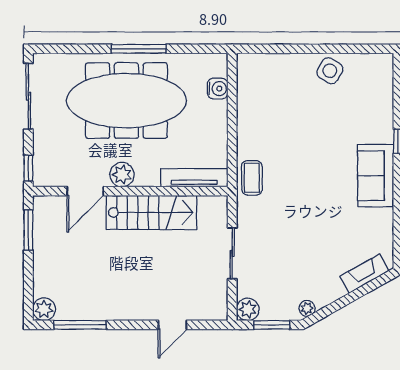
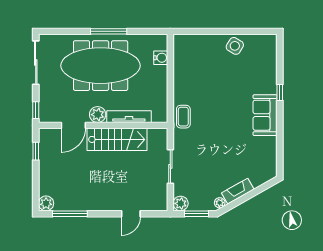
tv unit: (194, 178) -> (129, 117), moved
window: (28, 230) -> (36, 151), width x0.67
fireplace: (364, 274) -> (238, 191), moved

